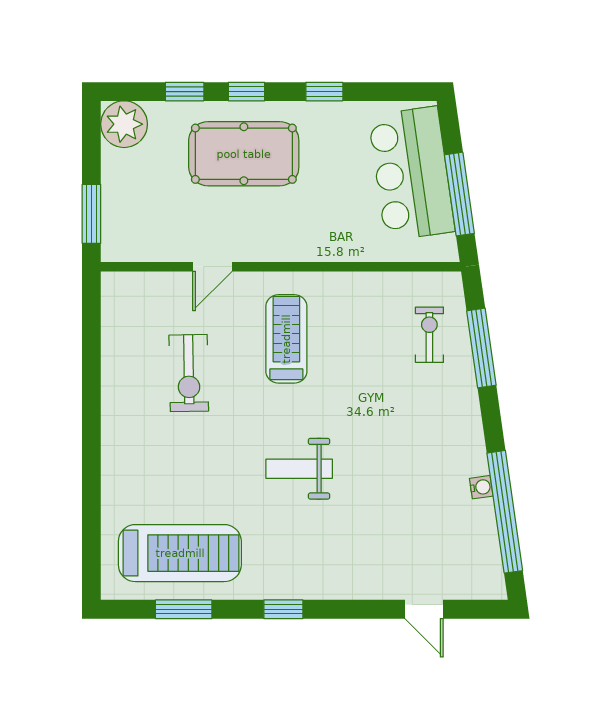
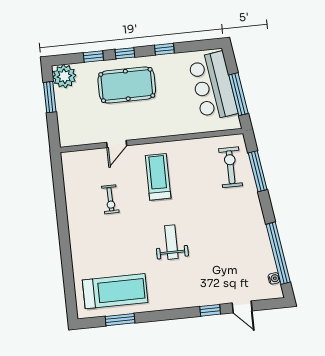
window: (91, 214) -> (50, 97), moved
exercise bike: (429, 335) -> (231, 167), width x1.38, depth x1.39
exercise bike: (189, 373) -> (110, 199), width x0.73, depth x0.72
weight bench: (299, 469) -> (171, 242), turned 90
water cooler: (481, 487) -> (274, 278), moved
window: (283, 609) -> (210, 310), moved

